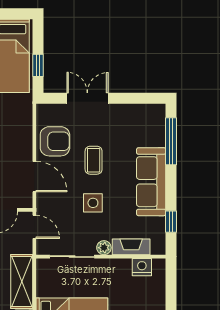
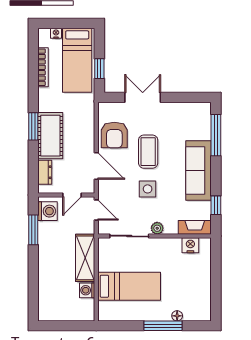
armchair: (55, 141) -> (114, 135), turned 90
coffee table: (94, 160) -> (148, 152), width x1.36, depth x1.30
fireplace: (131, 247) -> (195, 227), moved

